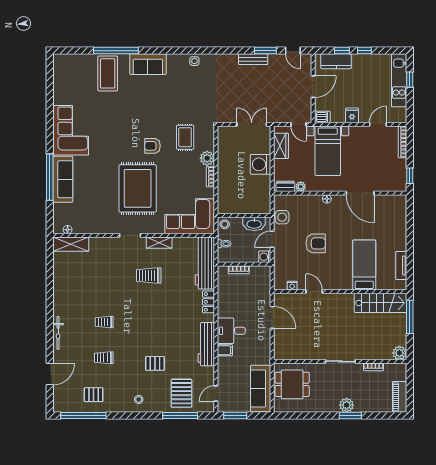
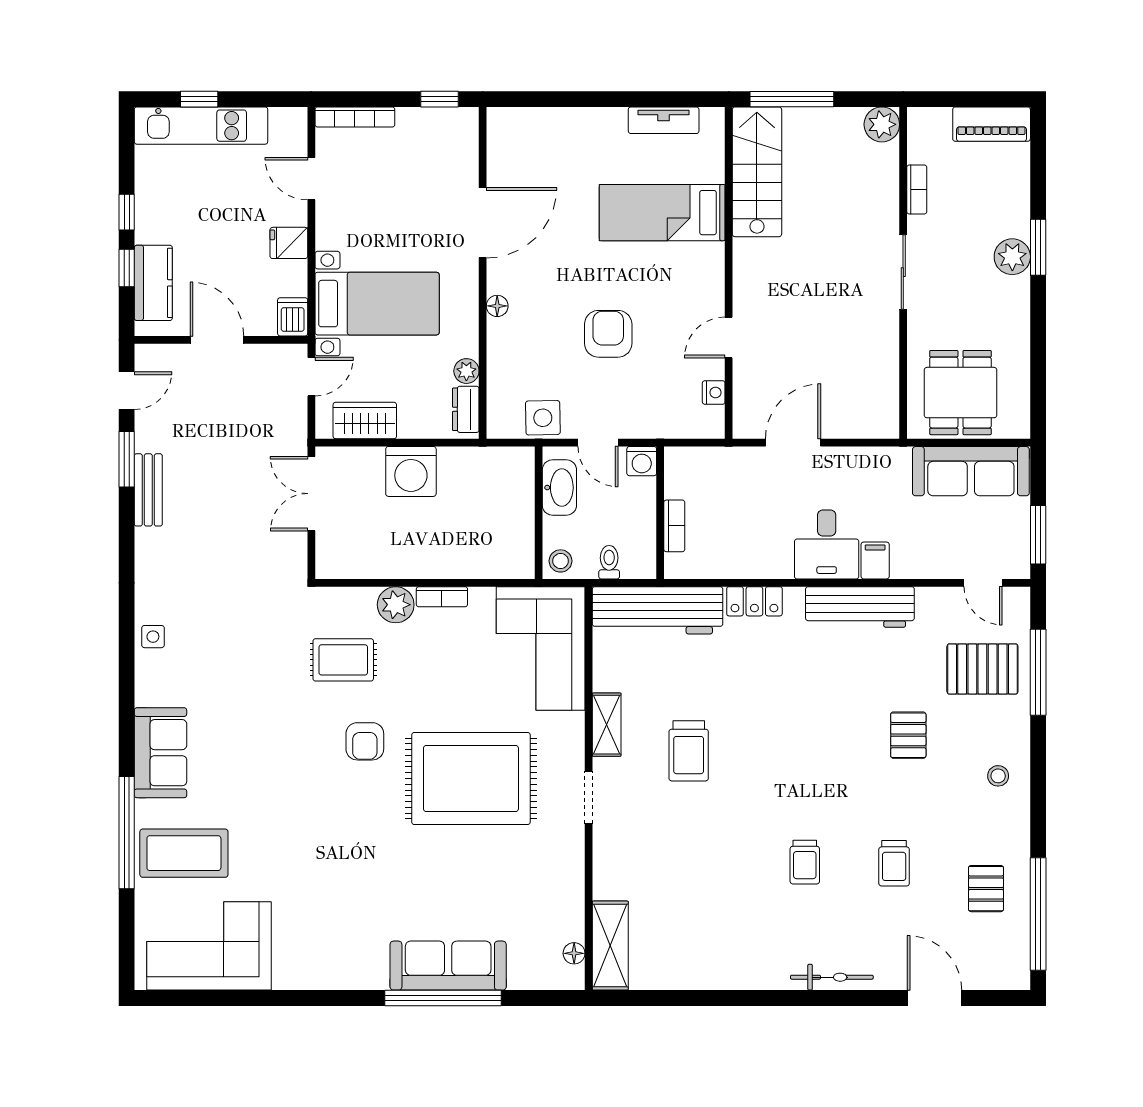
corner sofa: (71, 130) -> (209, 946), moved

